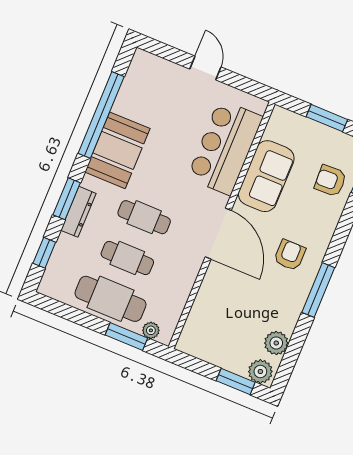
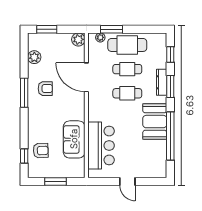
door: (218, 234) -> (86, 77), moved
armchair: (290, 255) -> (45, 89), moved, turned -90
plant: (260, 372) -> (78, 39), moved

